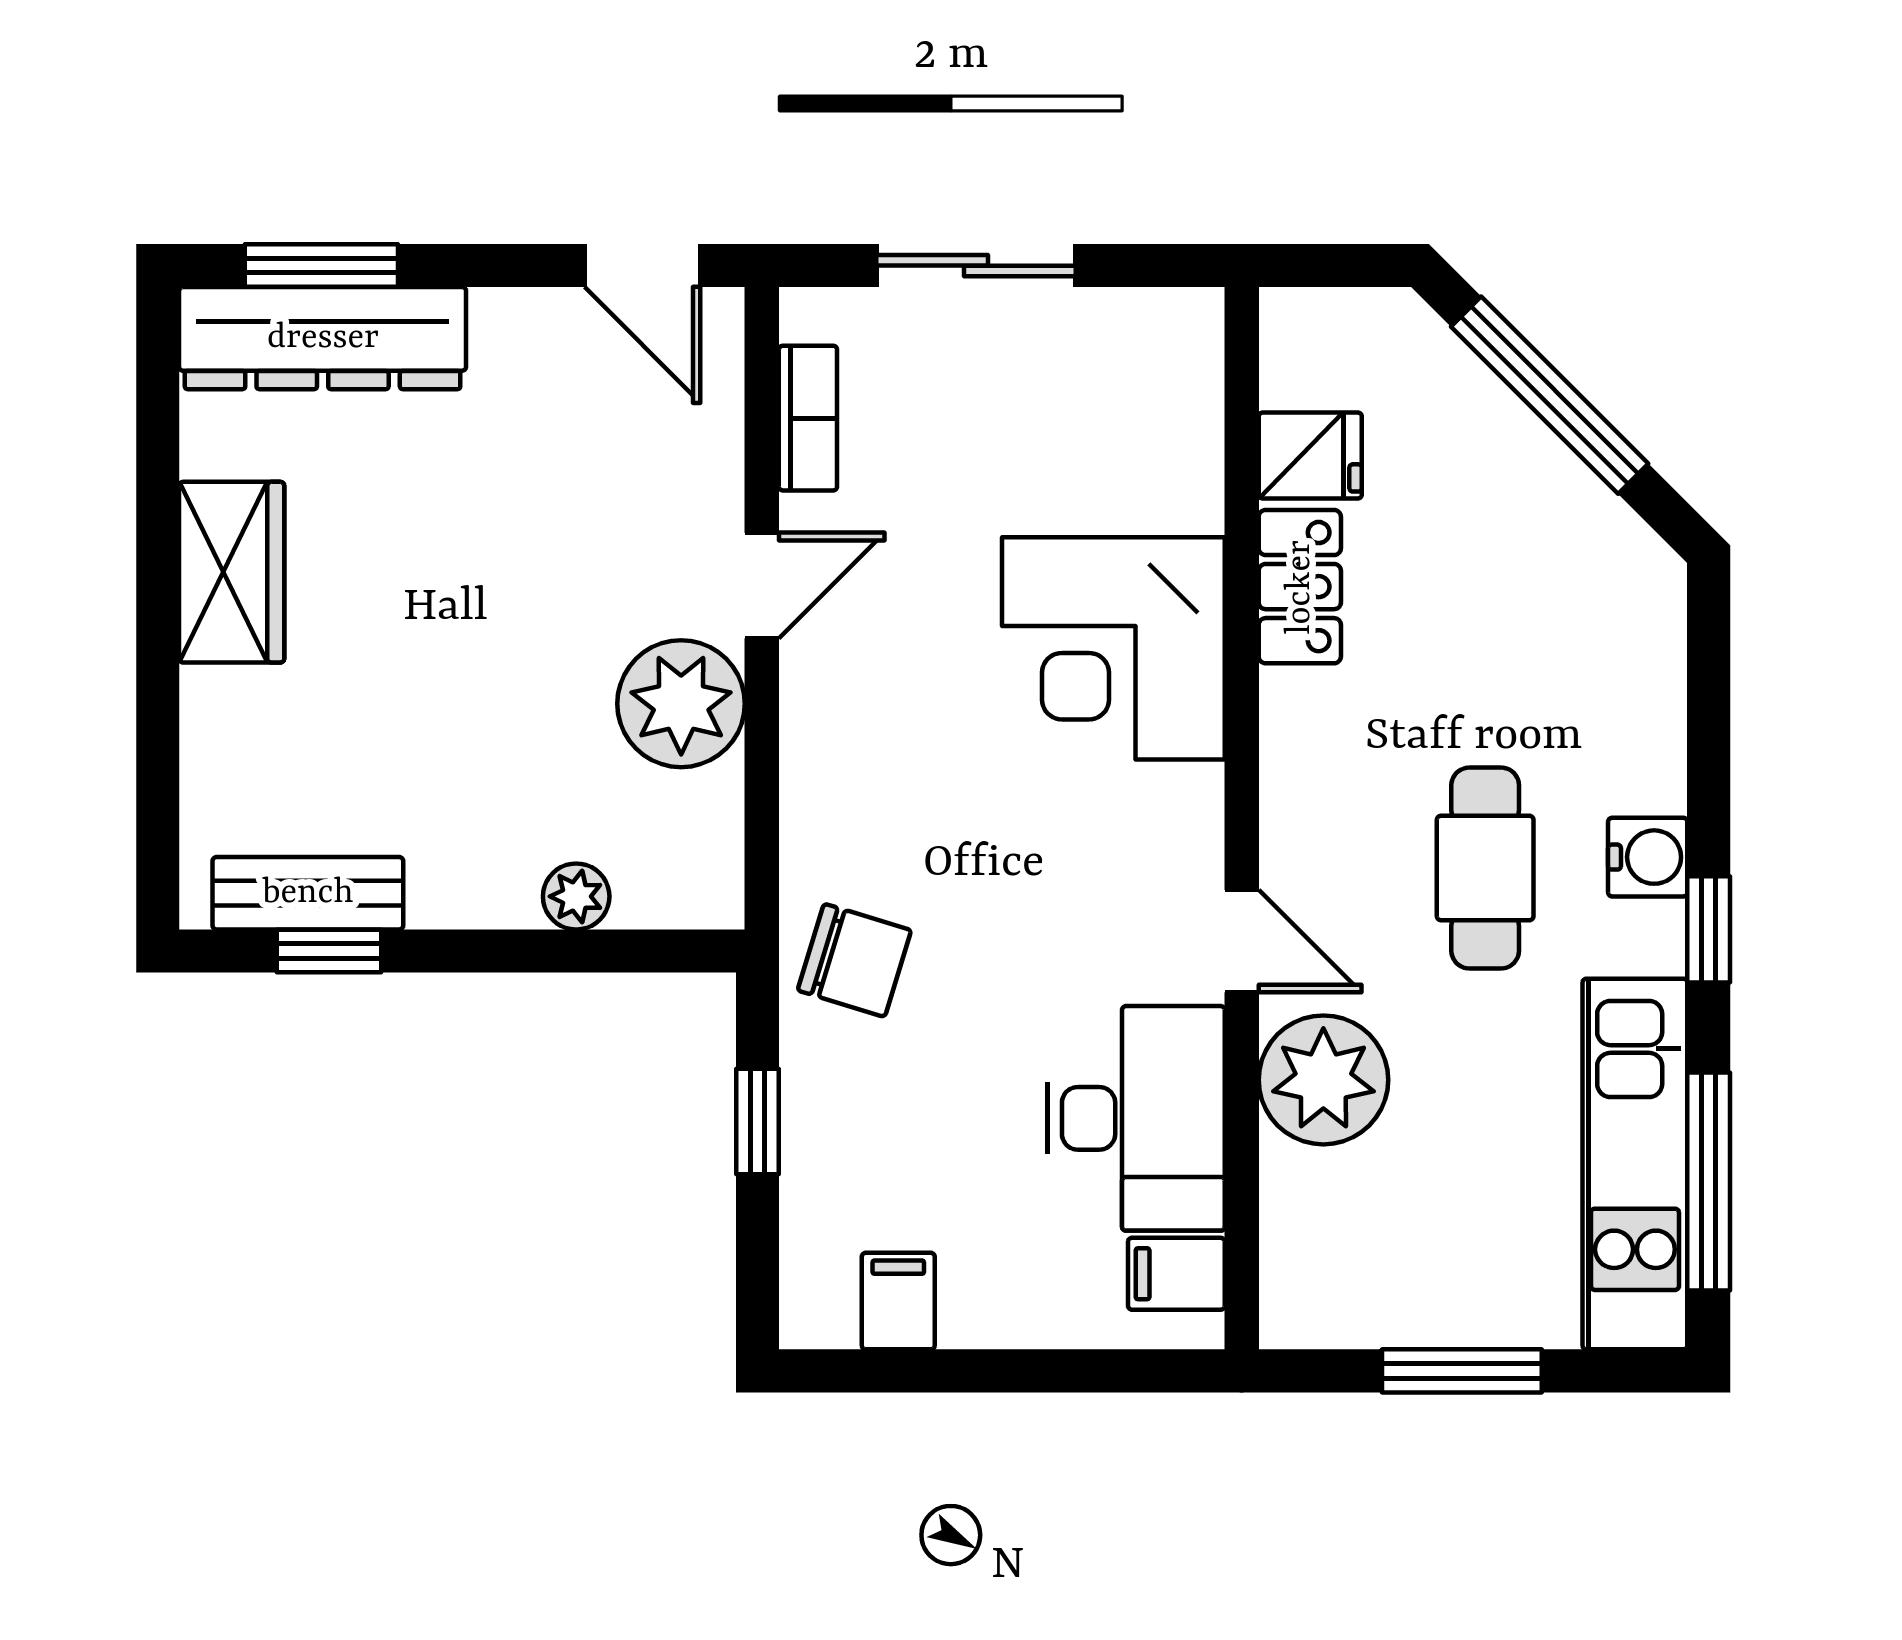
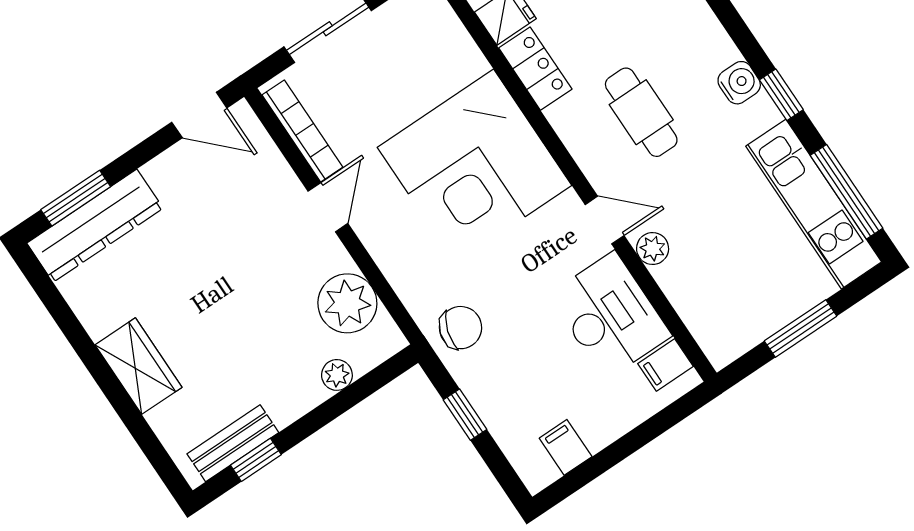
bookcase: (808, 418) -> (302, 131), width x1.56
wardrobe: (232, 572) -> (138, 366), moved
corner desk: (1113, 648) -> (474, 166), width x1.36, depth x1.36
plant: (681, 704) -> (347, 303), moved
cafe table: (1485, 868) -> (641, 112), moved
plant: (1323, 1080) -> (653, 249), width x0.53, depth x0.53

